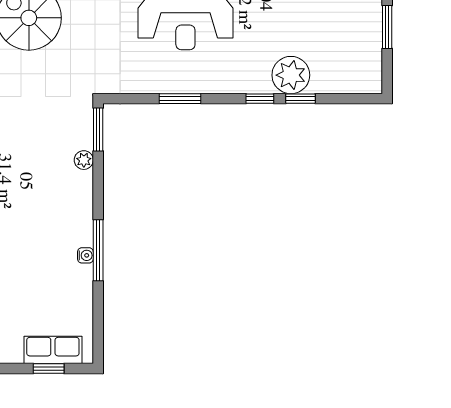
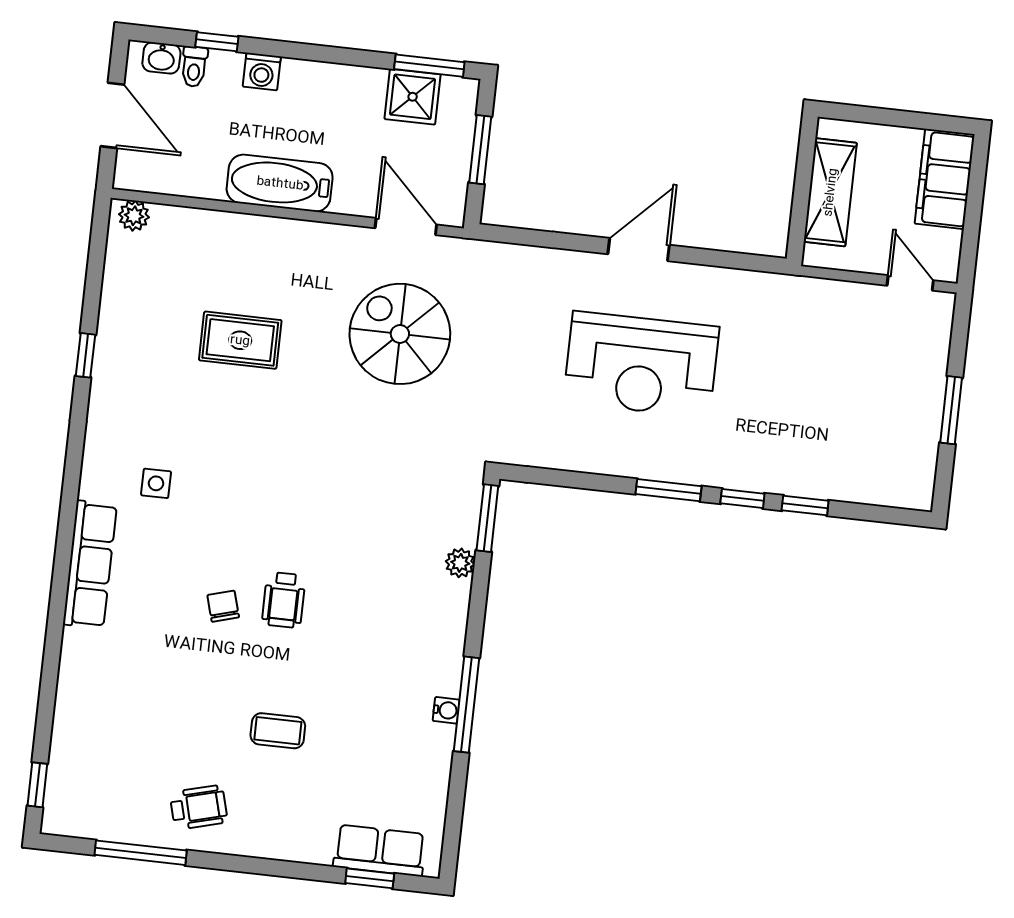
plant: (291, 75) -> (794, 468), removed
window: (180, 99) -> (669, 490), moved

